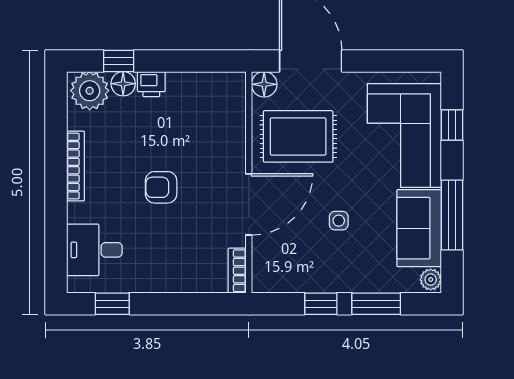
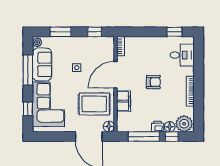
window: (183, 61) -> (144, 137), added
filing cabinet: (230, 143) -> (124, 101), added
window: (321, 304) -> (95, 32), moved

